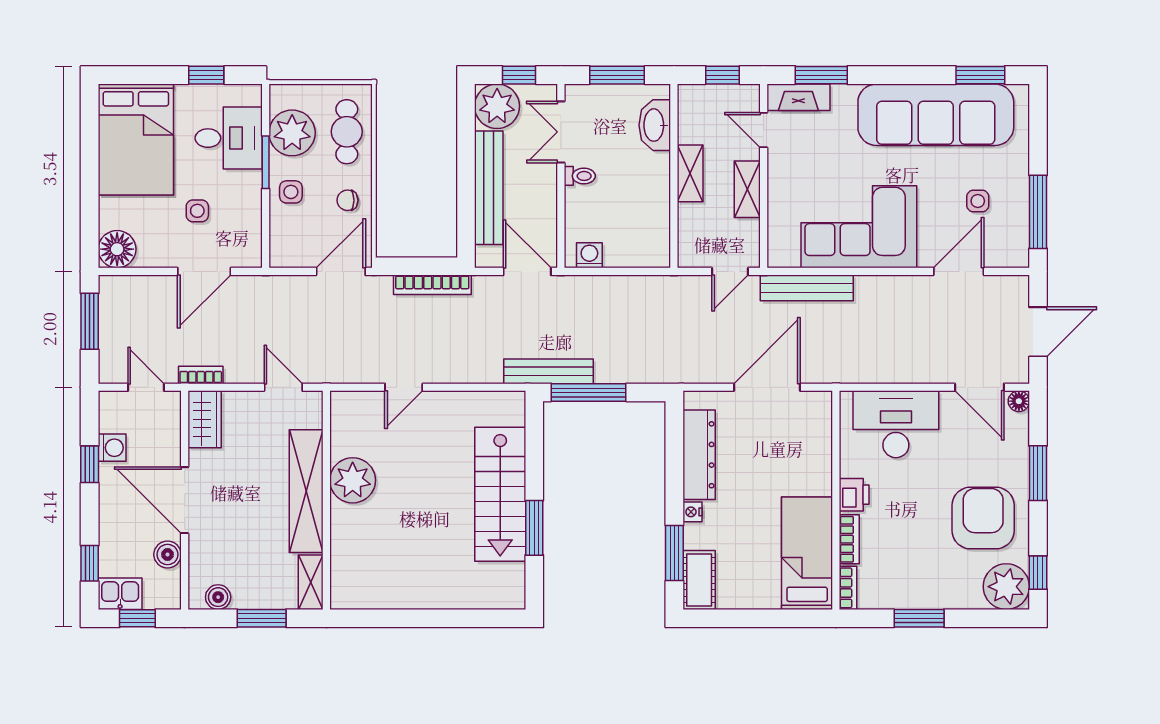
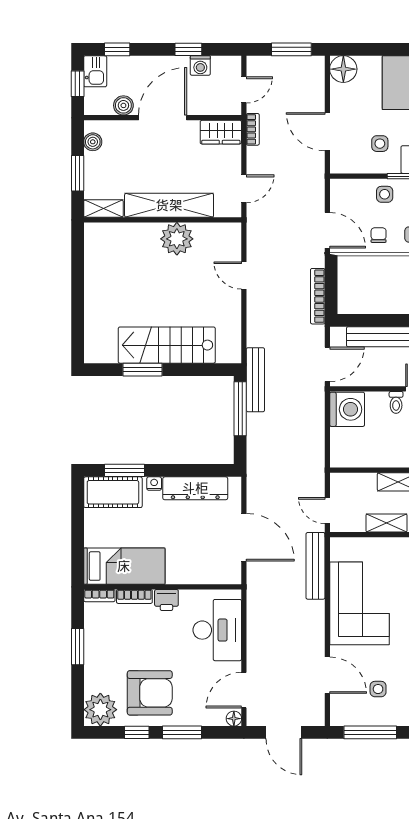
side table: (197, 211) -> (380, 144), moved
washing machine: (589, 255) -> (347, 409), width x1.89, depth x1.89
window: (1038, 573) -> (137, 732), moved
cot: (699, 580) -> (113, 492), width x1.37, depth x1.34

